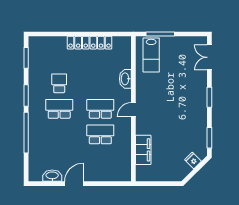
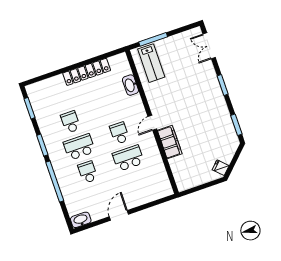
washbasin: (125, 79) -> (130, 85), moved
school desk: (100, 109) -> (120, 133), width x0.54
school desk: (59, 134) -> (88, 172), added
filing cabinet: (143, 150) -> (170, 142), moved
fridge: (193, 160) -> (221, 168), moved
washbasin: (52, 176) -> (81, 220), moved

